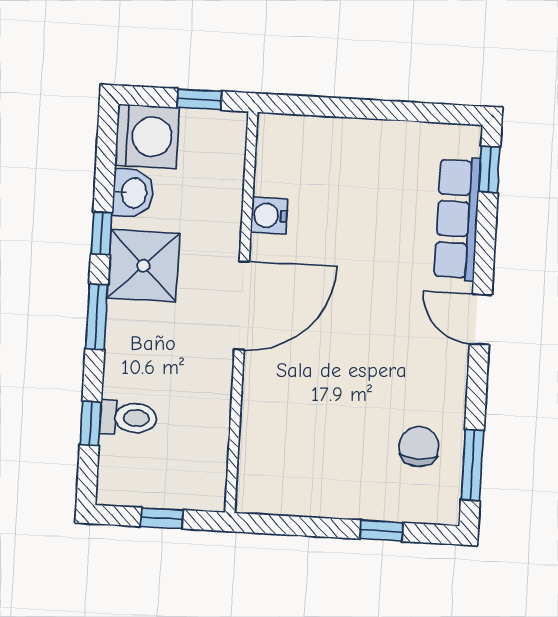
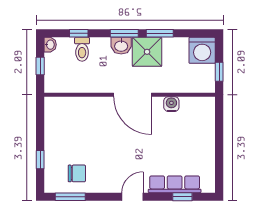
window: (489, 169) -> (182, 197), moved
washbasin: (133, 193) -> (121, 46), moved
window: (102, 233) -> (160, 33), width x1.50
washbasin: (113, 492) -> (50, 45), added

